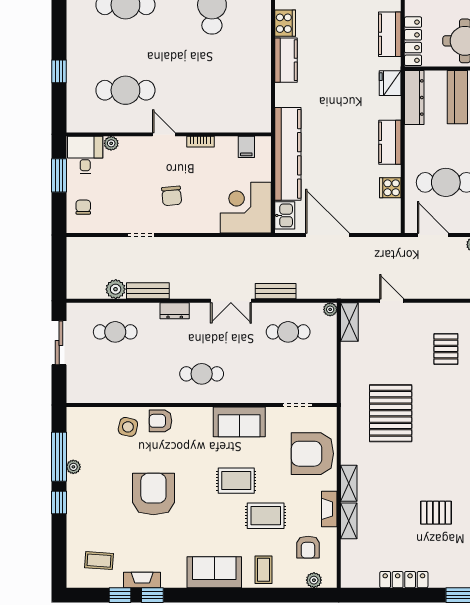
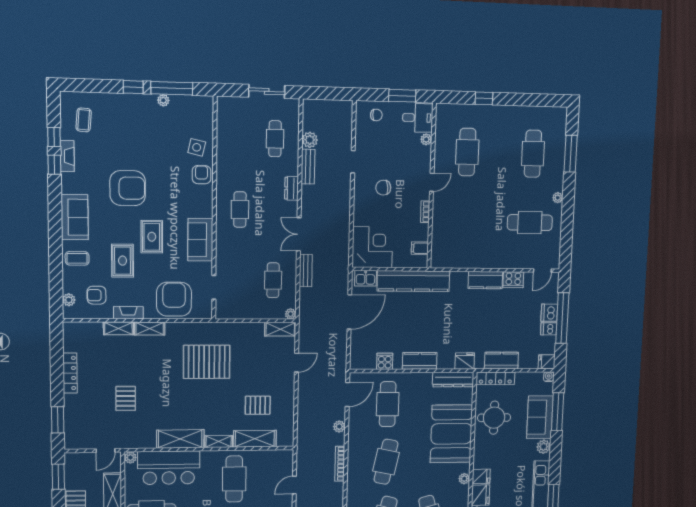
armchair: (153, 494) -> (128, 188), moved

